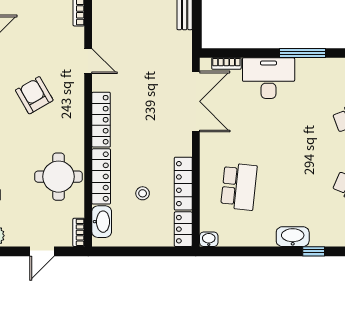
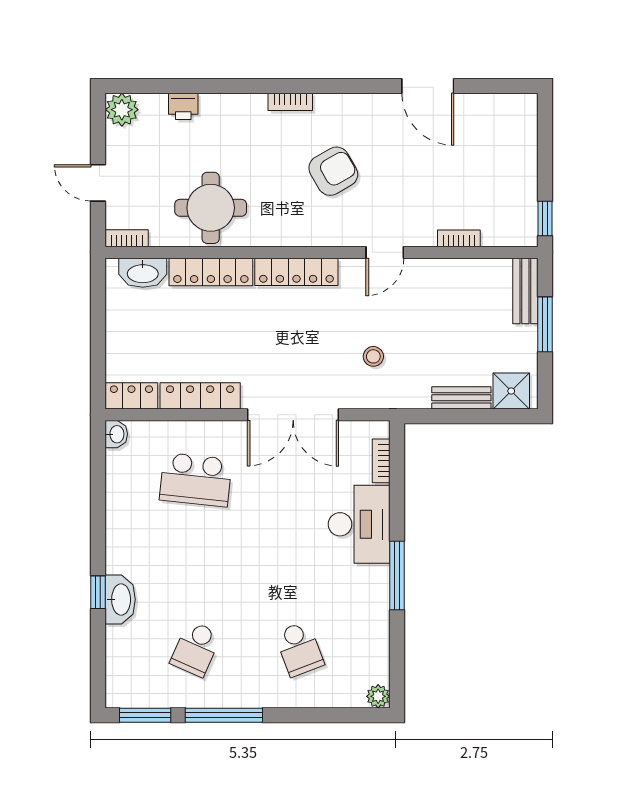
double door: (196, 101) -> (293, 415), moved
stool: (143, 193) -> (373, 356), moved
washbasin: (293, 237) -> (120, 599), moved

